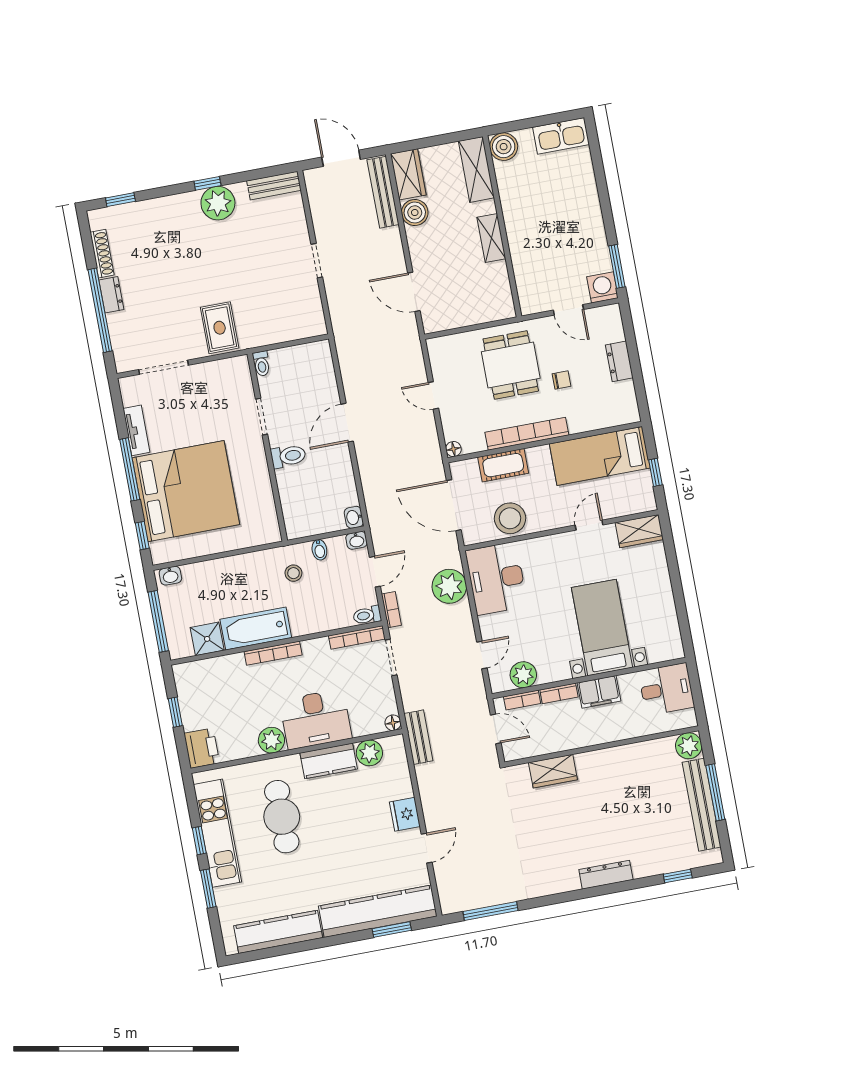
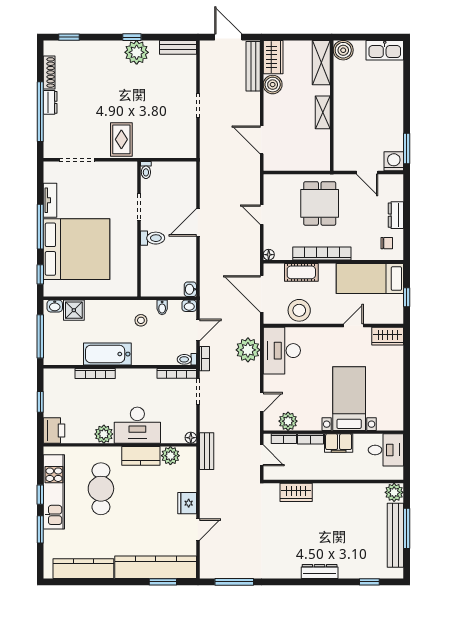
chair: (561, 380) -> (387, 243), moved
shower: (207, 639) -> (74, 310), moved
bookcase: (273, 653) -> (95, 374), moved

